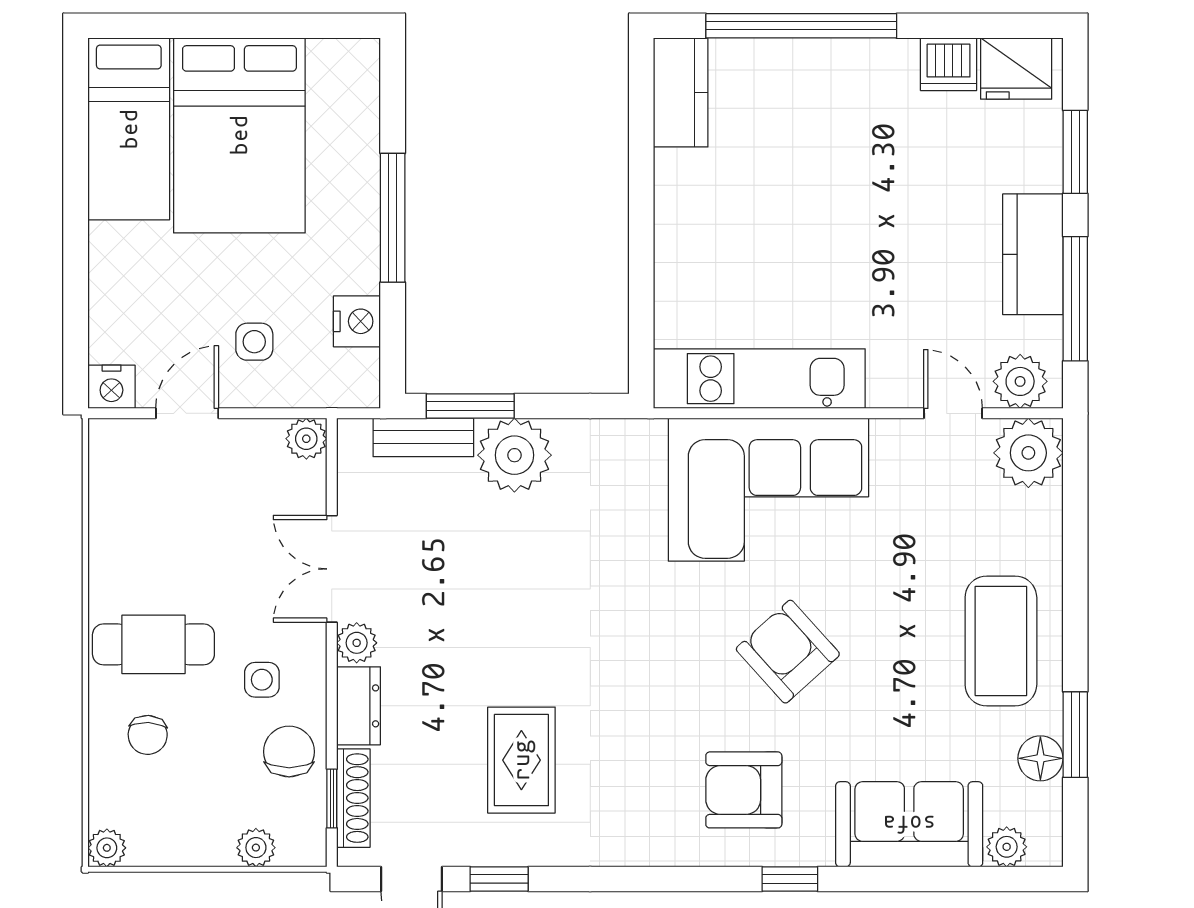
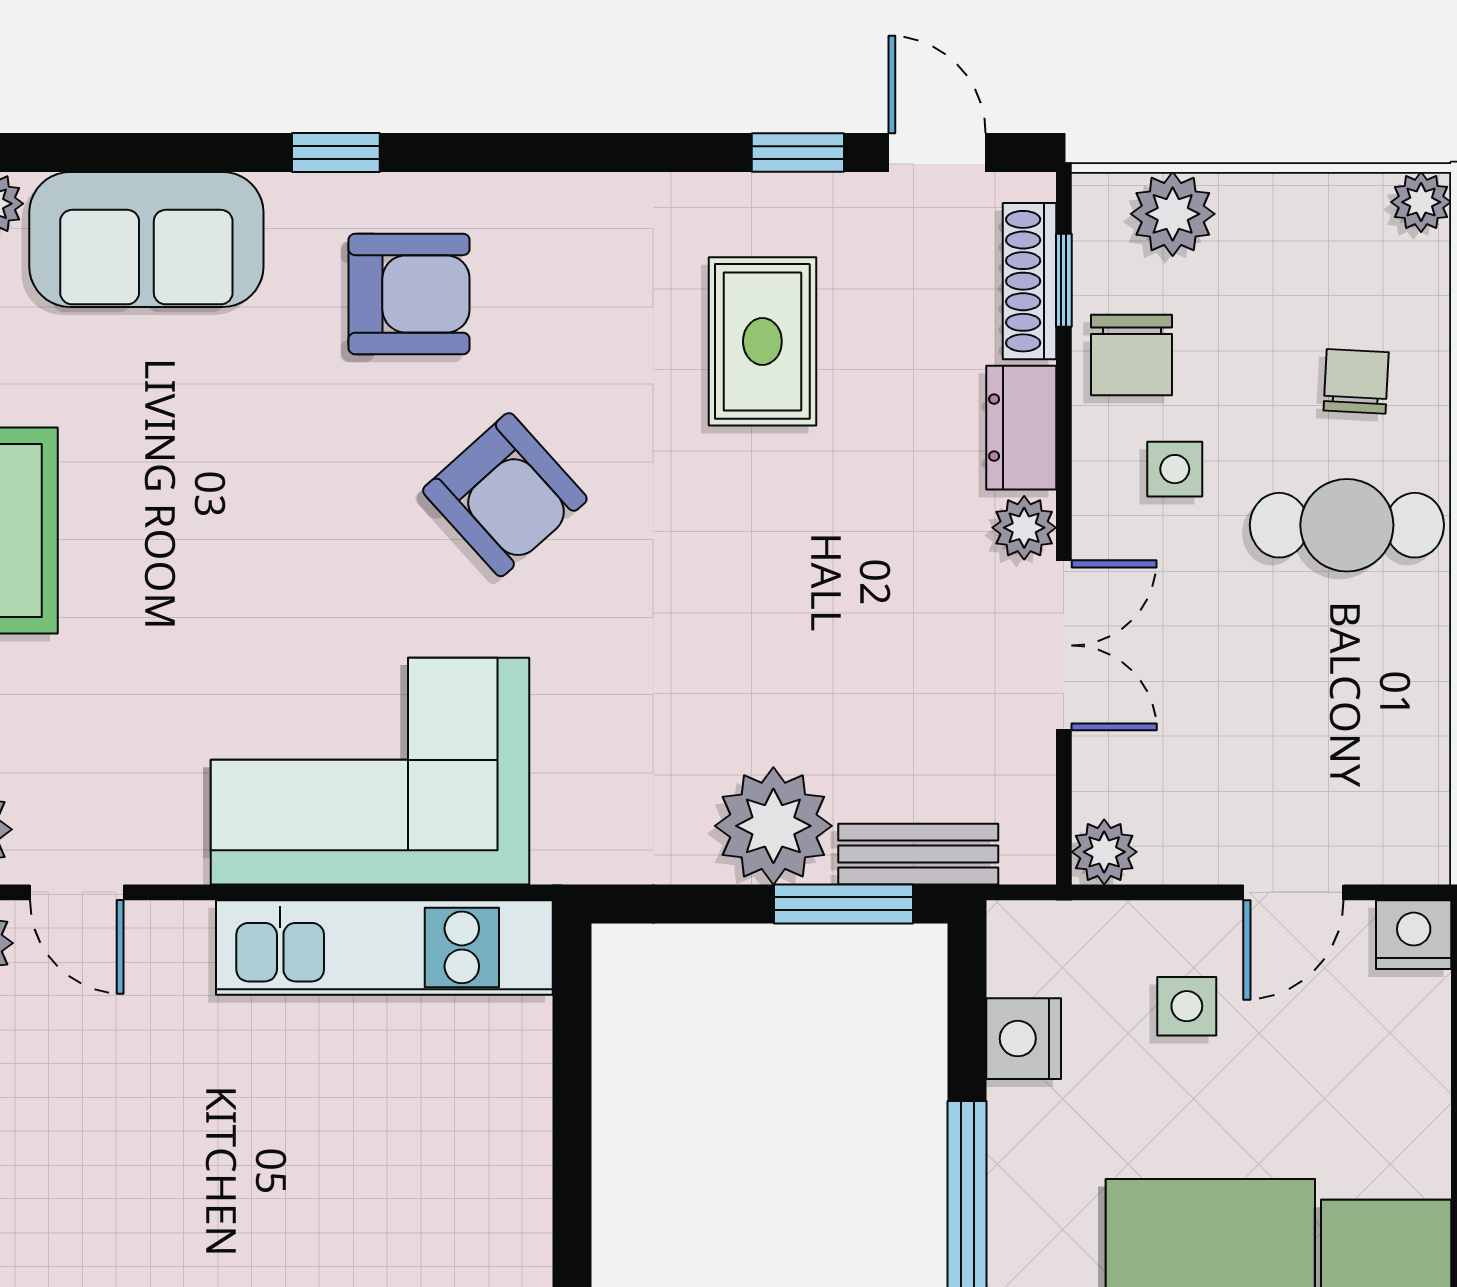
armchair: (788, 652) -> (505, 495), moved
plant: (256, 848) -> (1173, 214), width x1.38, depth x1.38

